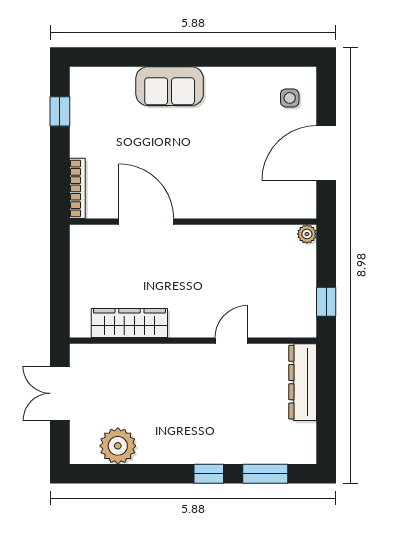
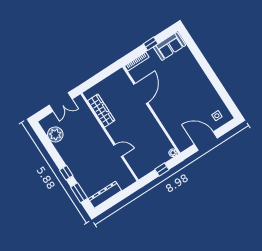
sofa: (170, 86) -> (170, 46), moved, turned -90
window: (60, 111) -> (151, 44), moved
window: (326, 302) -> (162, 169), moved
dresser: (303, 382) -> (105, 195), moved
double door: (60, 393) -> (61, 102), swing flipped

